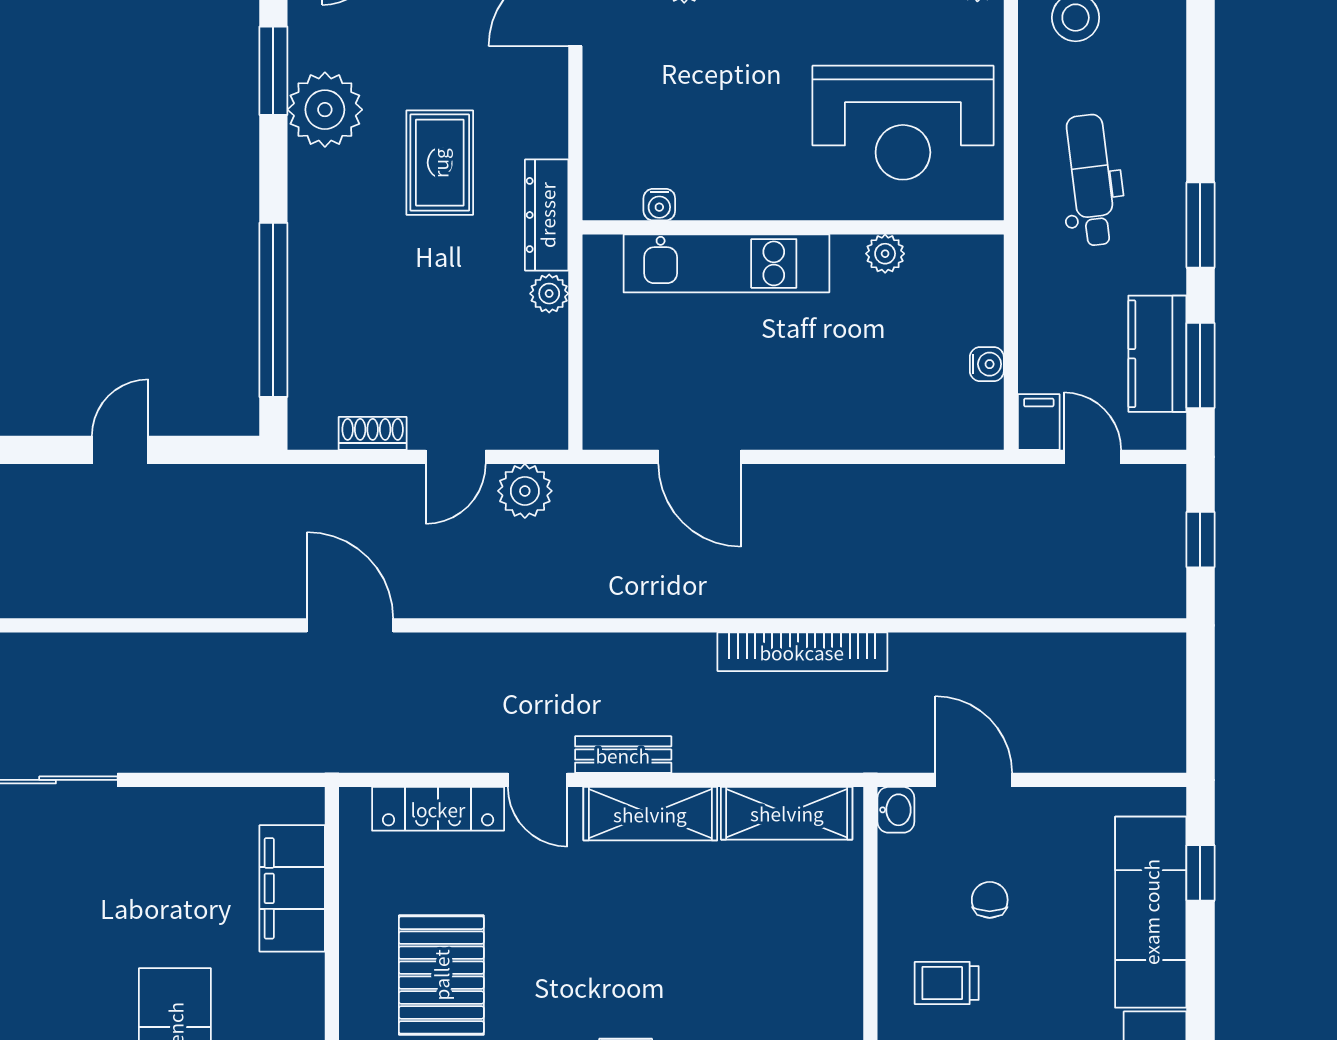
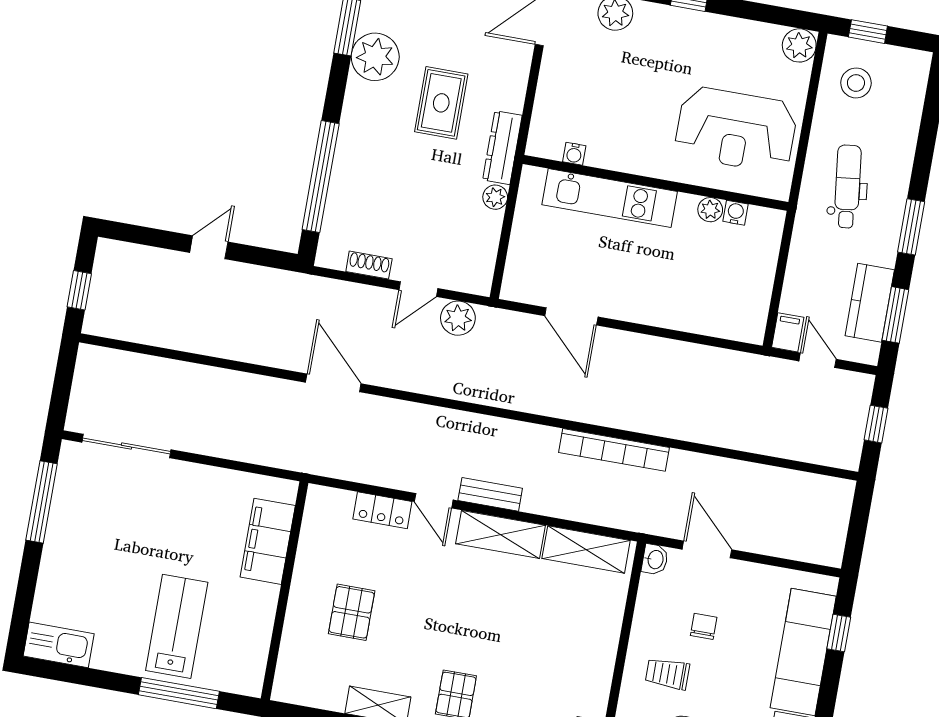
water cooler: (987, 364) -> (736, 213), moved, turned -90
locker: (438, 809) -> (382, 510), width x0.66
pallet: (441, 975) -> (352, 612), width x0.67, depth x0.71

